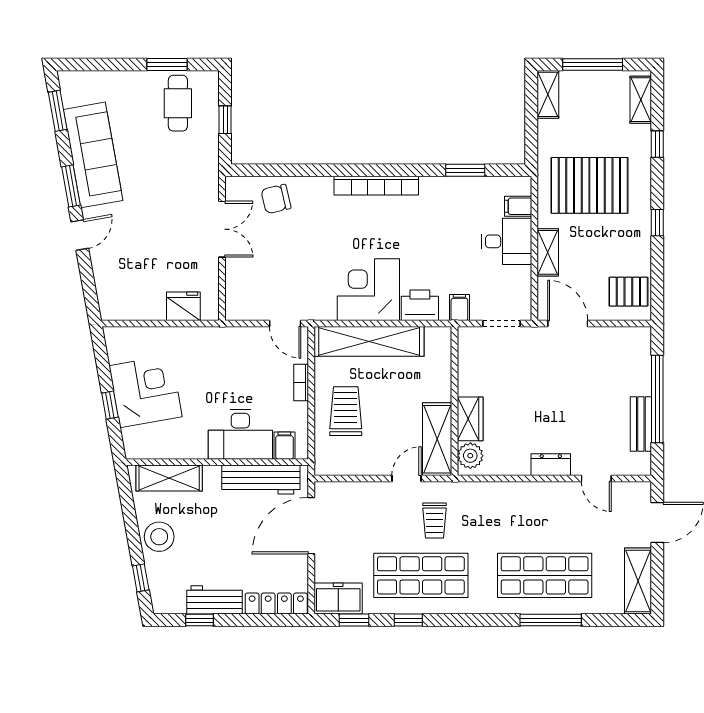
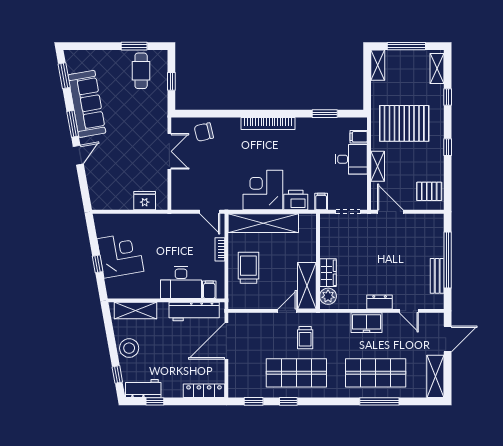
freezer: (338, 599) -> (367, 323), moved, turned 180
workbench: (214, 600) -> (143, 388), moved

